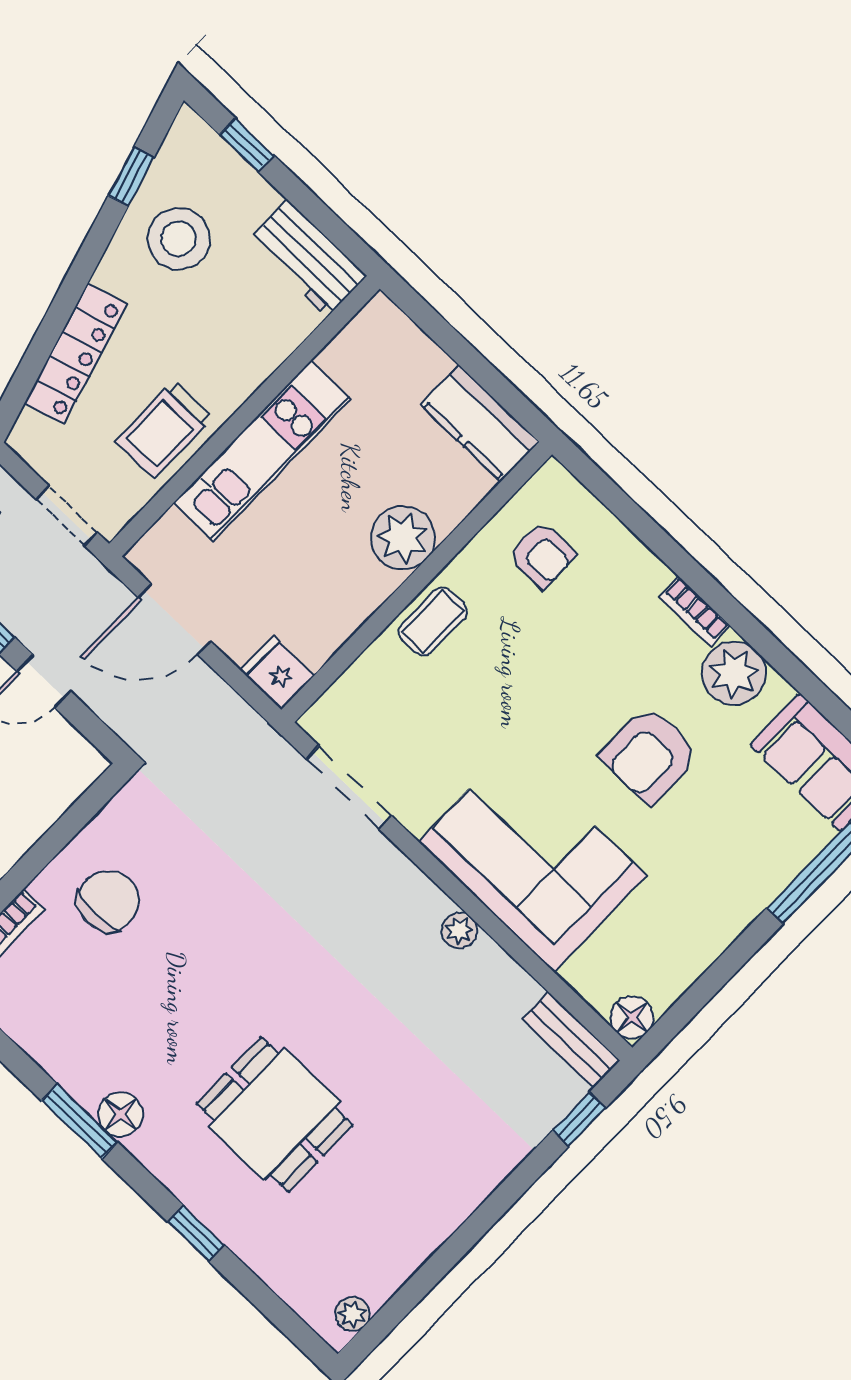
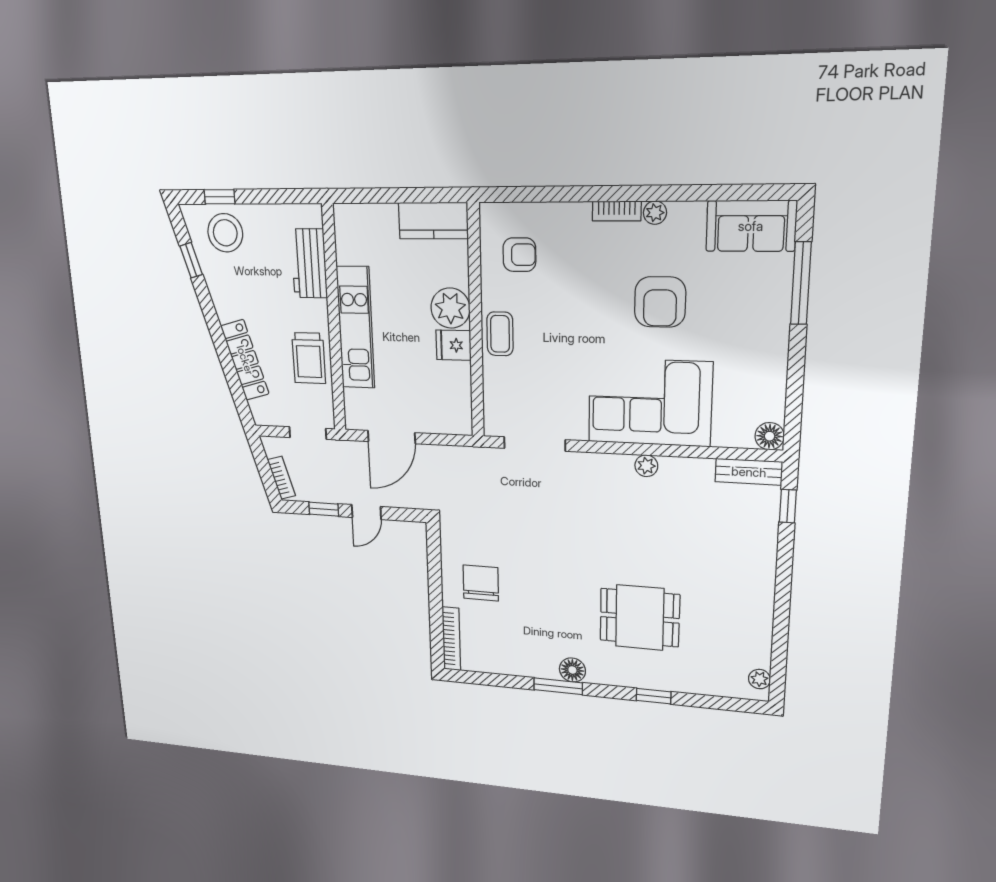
stool: (179, 239) -> (225, 233), moved
workbench: (307, 258) -> (309, 263), moved, turned 90
fridge: (277, 673) -> (454, 345), moved
plant: (734, 673) -> (655, 213), width x0.53, depth x0.53

